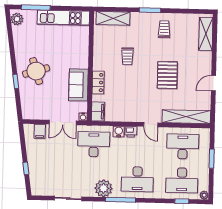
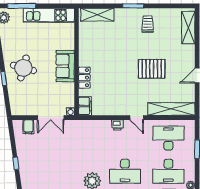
trolley: (127, 56) -> (112, 51), removed
round table: (36, 71) -> (23, 68), turned 32
pallet: (167, 75) -> (152, 69), turned 90
sofa: (78, 85) -> (65, 66), moved
water cooler: (119, 132) -> (106, 125), removed
desk: (94, 144) -> (81, 138), removed

